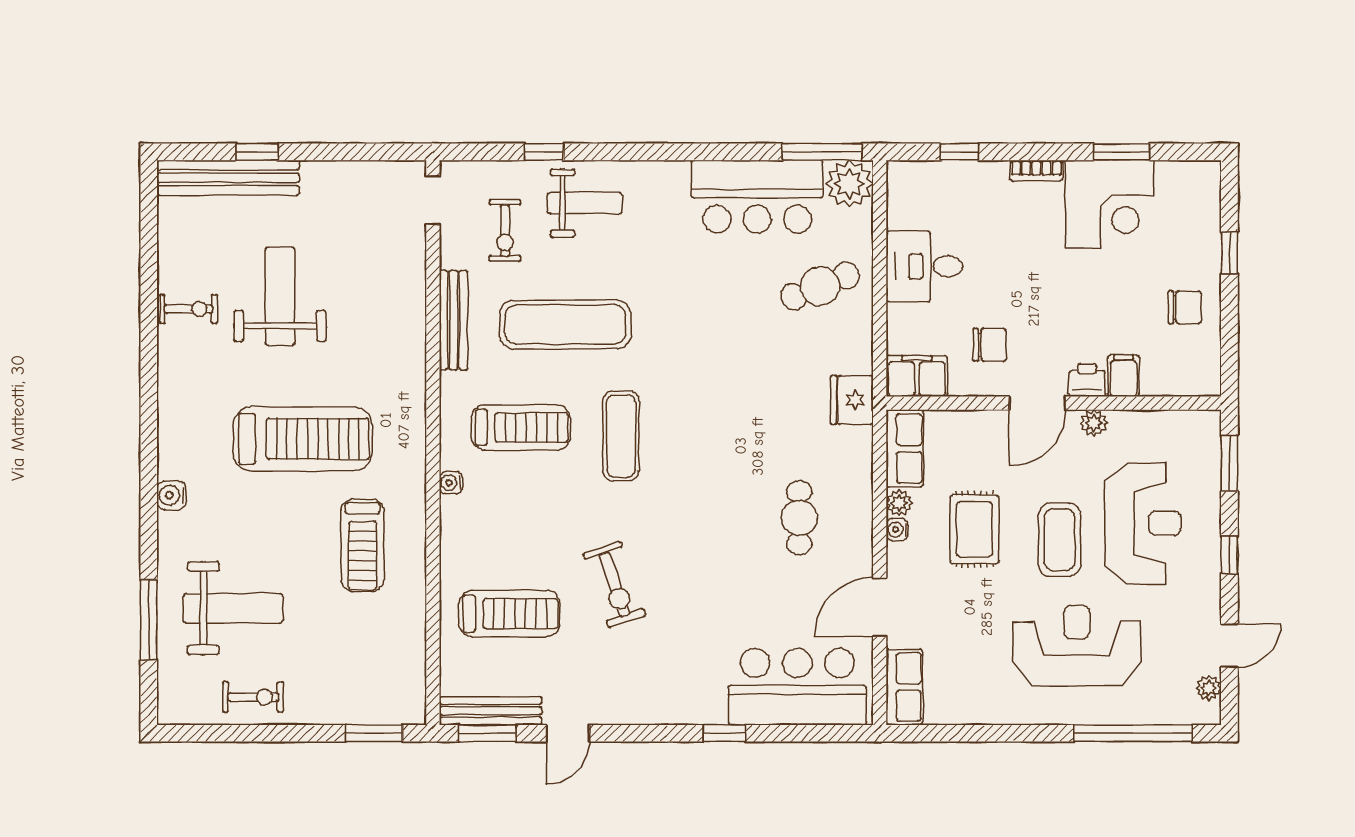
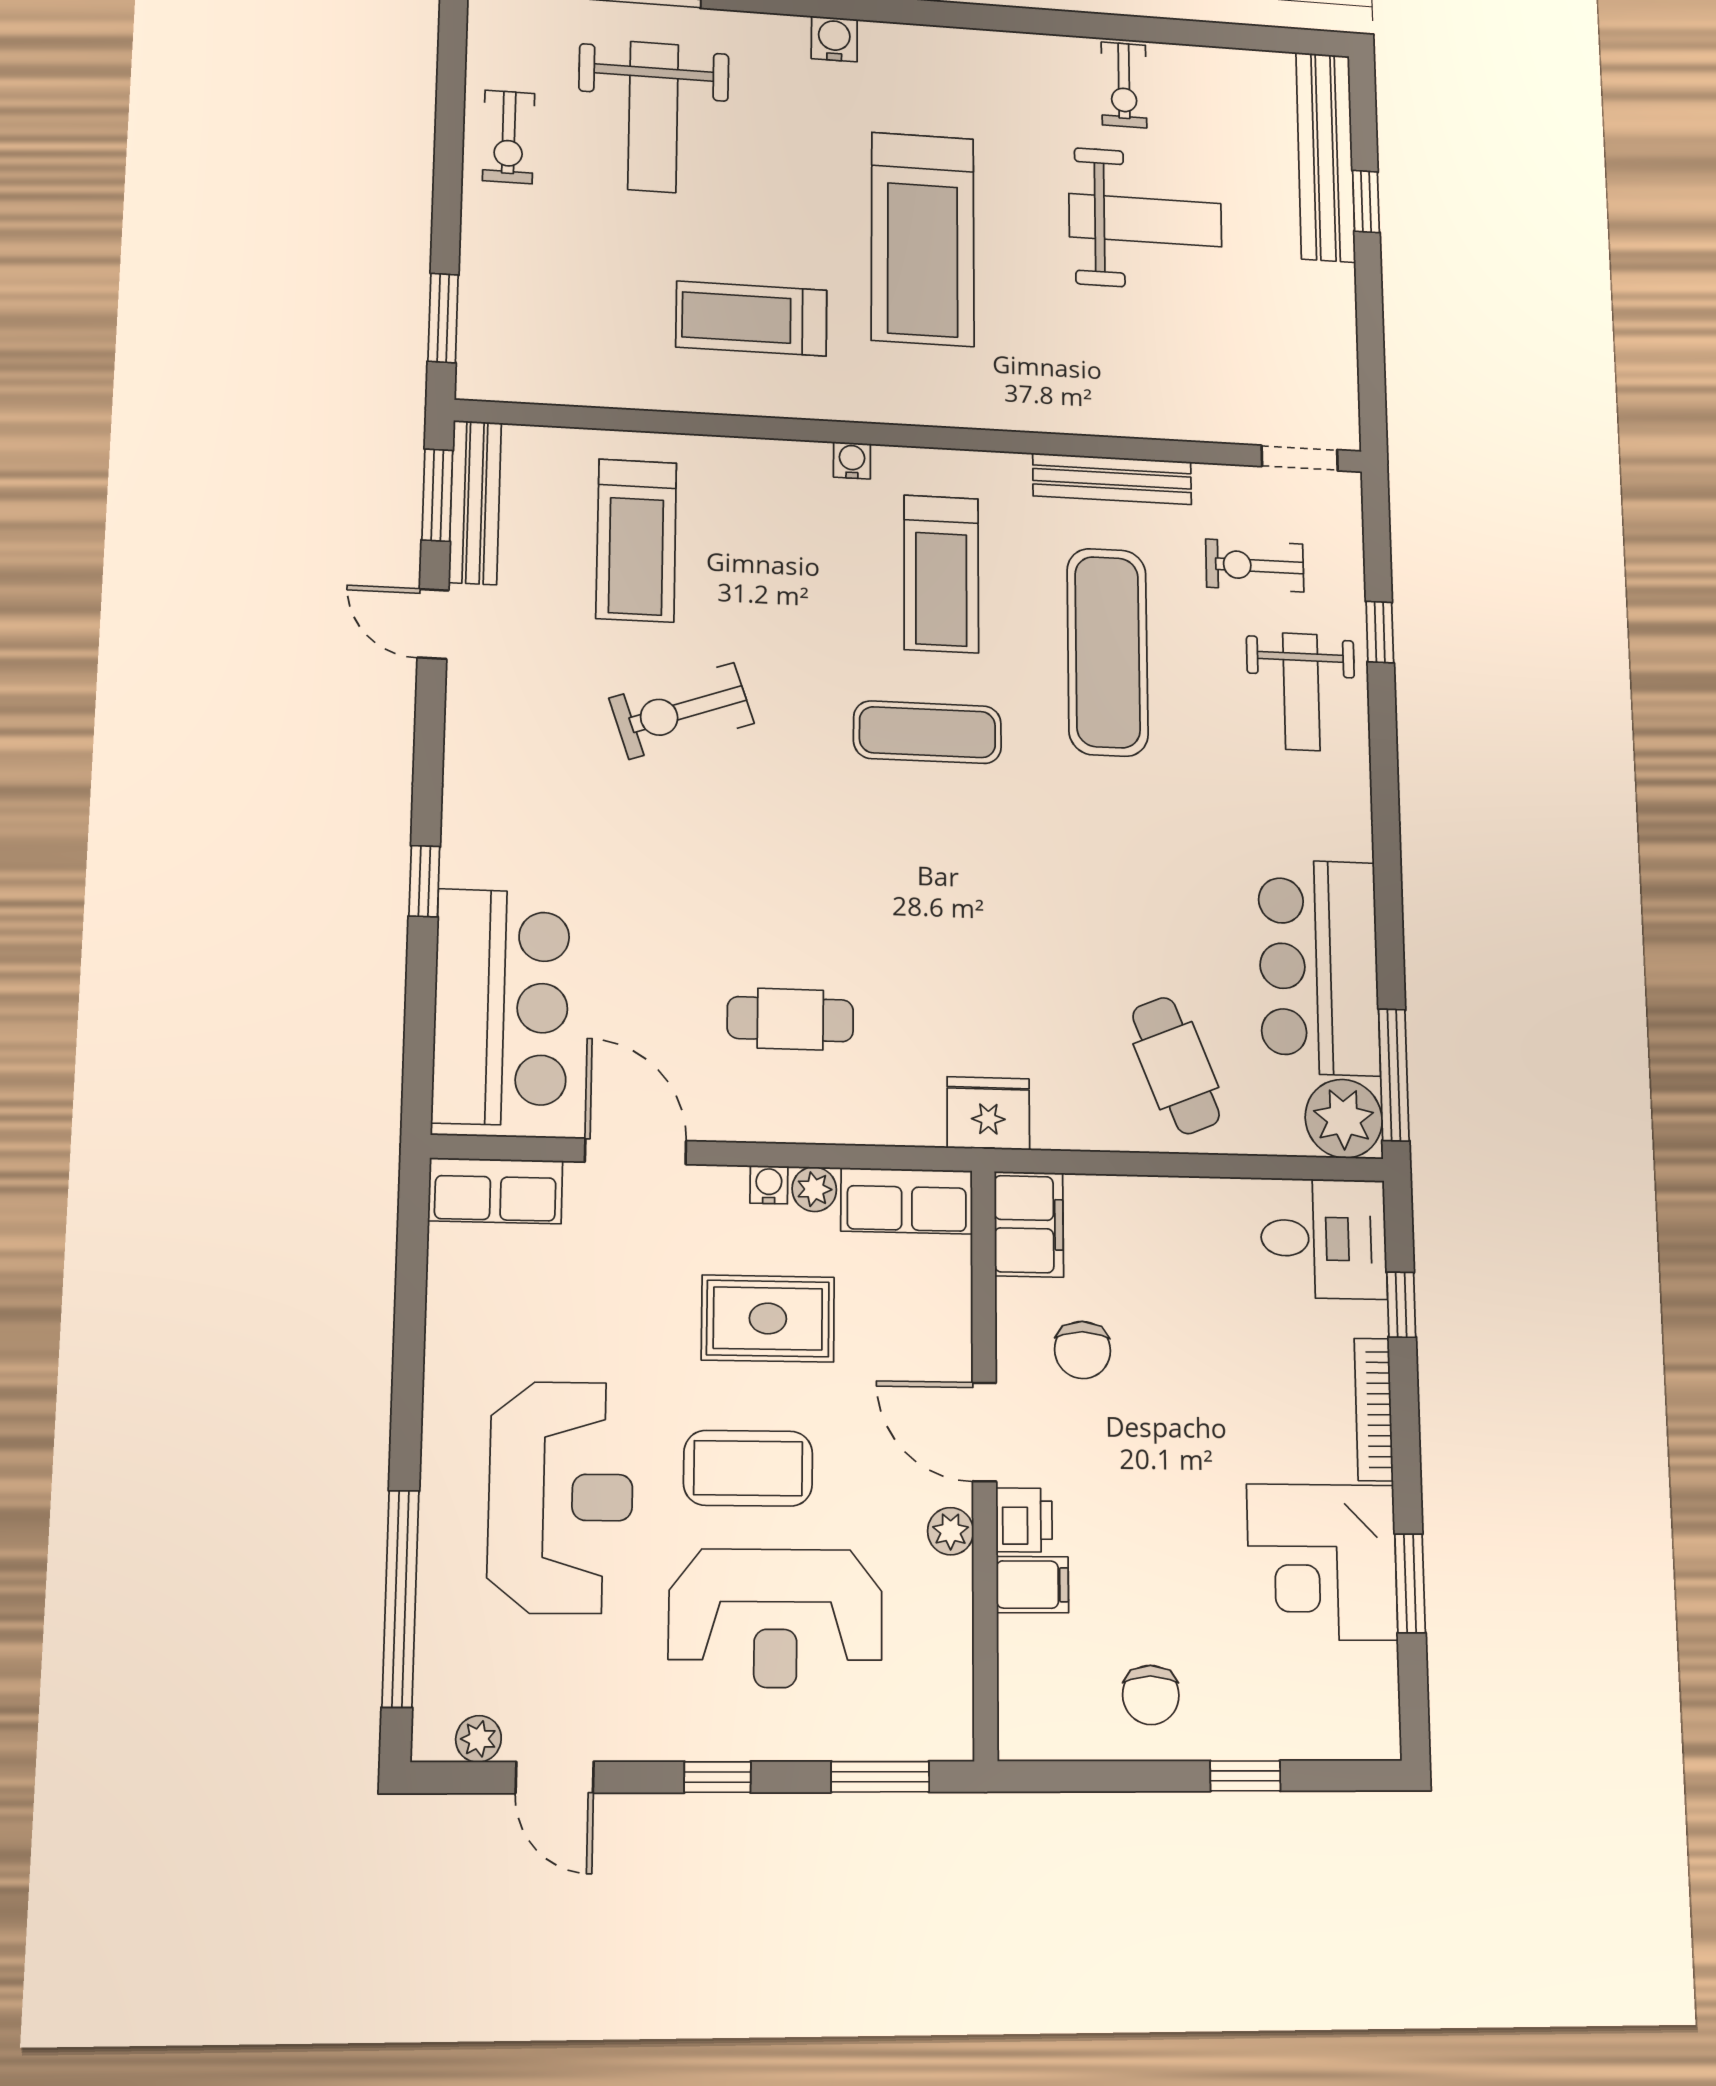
bookcase: (1036, 171) -> (1374, 1409), width x1.56
desk: (924, 266) -> (1324, 1239), moved, turned 90

